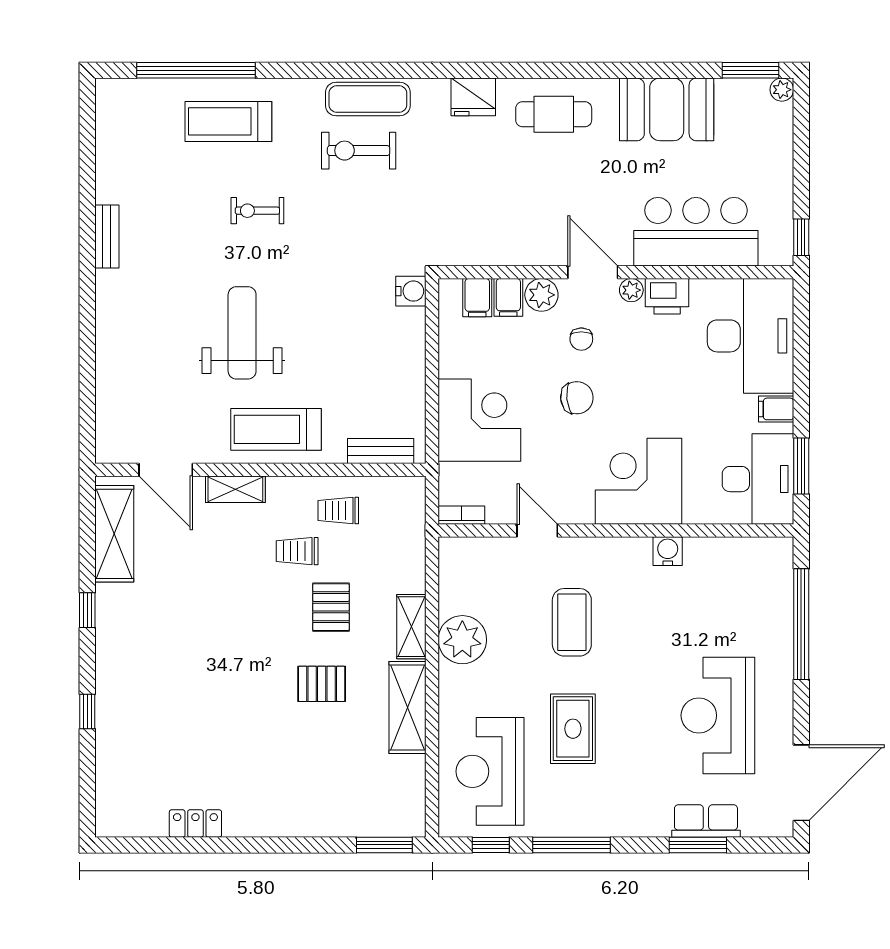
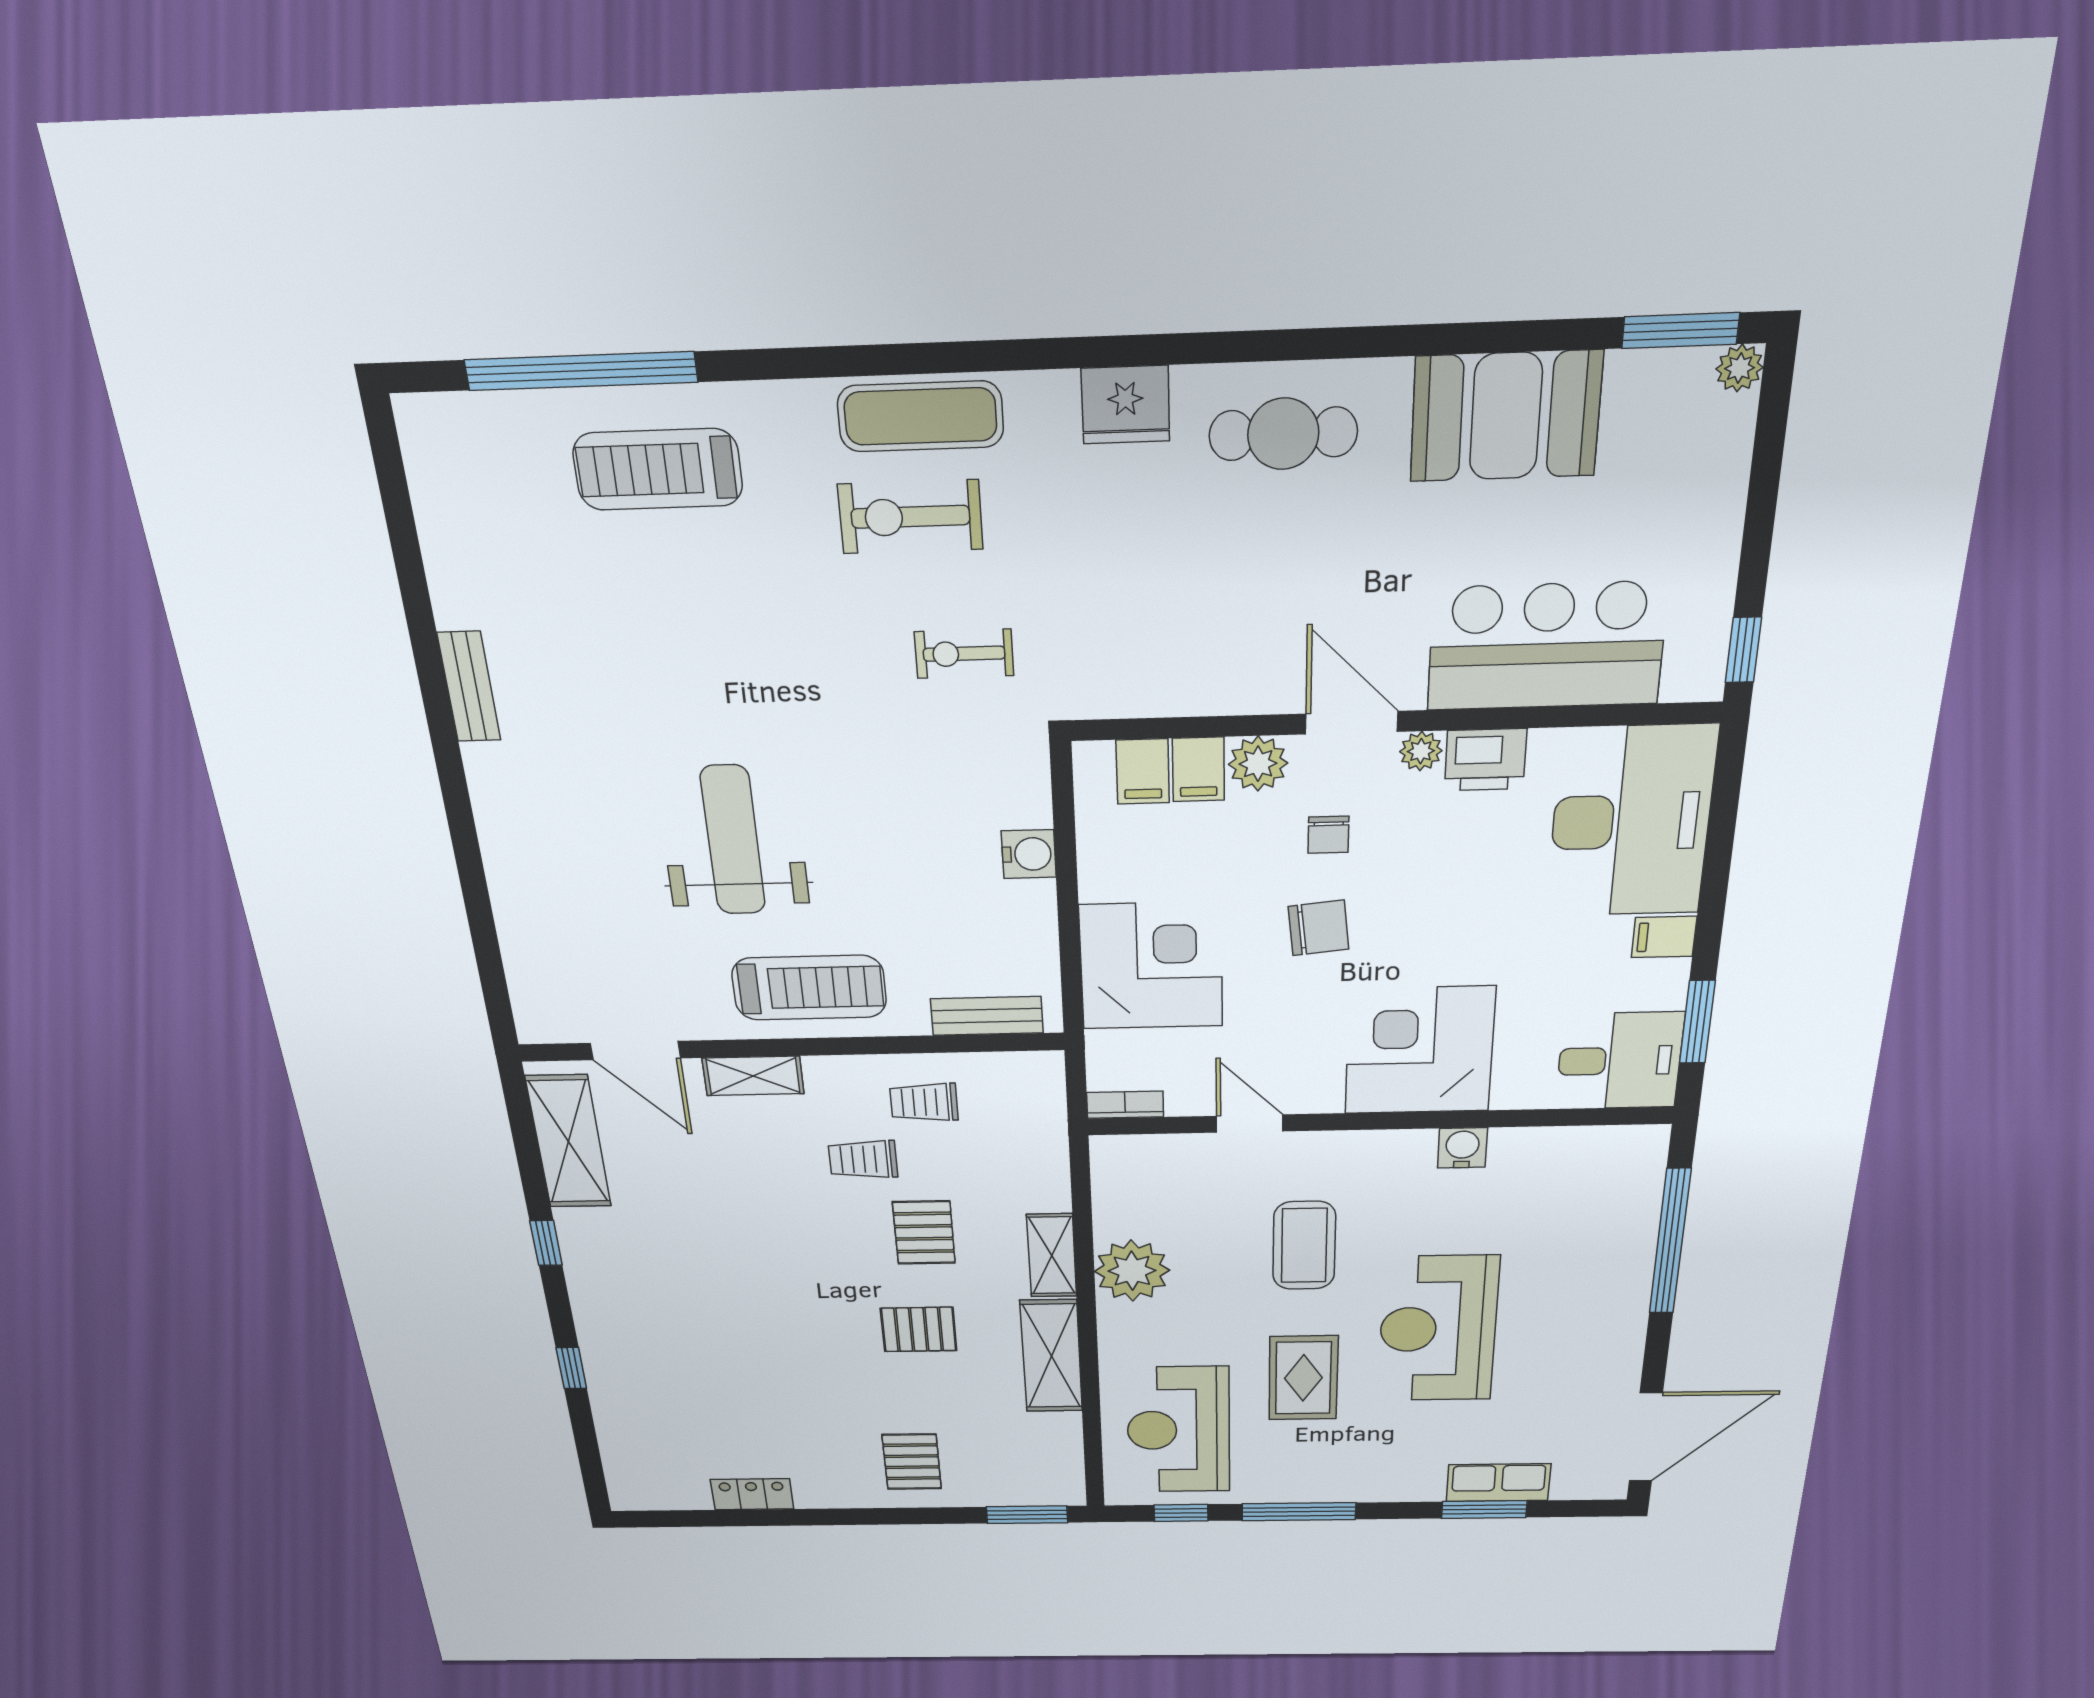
exercise bike: (257, 211) -> (964, 654), moved
water cooler: (411, 291) -> (1029, 854), moved
treadmill: (276, 429) -> (809, 988), turned 180
desk: (758, 479) -> (1620, 1061), width x0.73
reception desk: (718, 715) -> (1438, 1329), moved
pallet: (308, 796) -> (912, 1462), added

